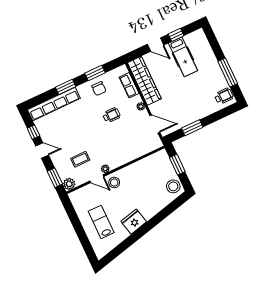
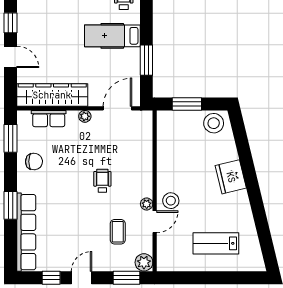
door: (156, 45) -> (11, 57), hinge flipped
hospital bed: (183, 57) -> (112, 36), moved, turned 180
window: (95, 73) -> (11, 138), moved
wheelchair: (111, 115) -> (102, 181), moved
fridge: (134, 222) -> (231, 177), moved

